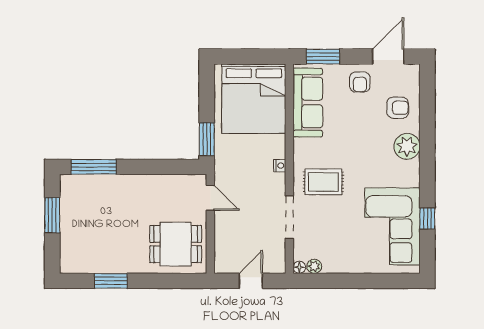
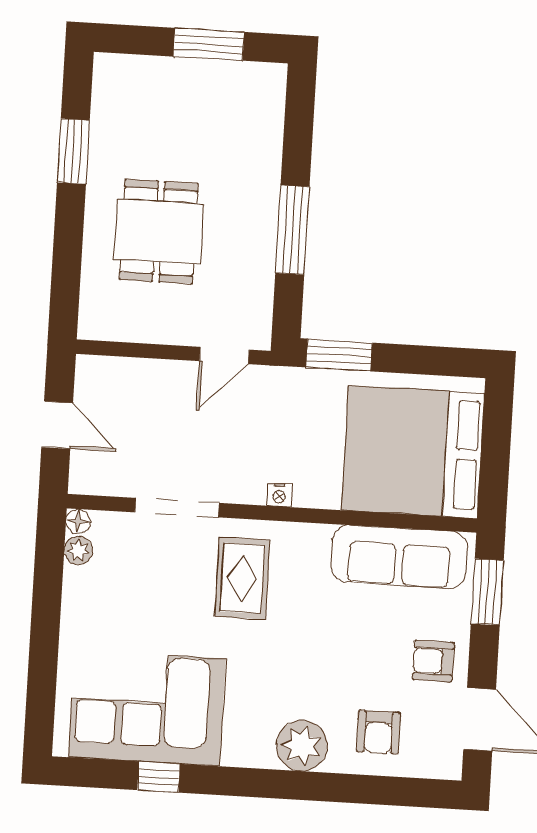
window: (94, 167) -> (292, 230), moved
dining table: (176, 244) -> (159, 232), moved

